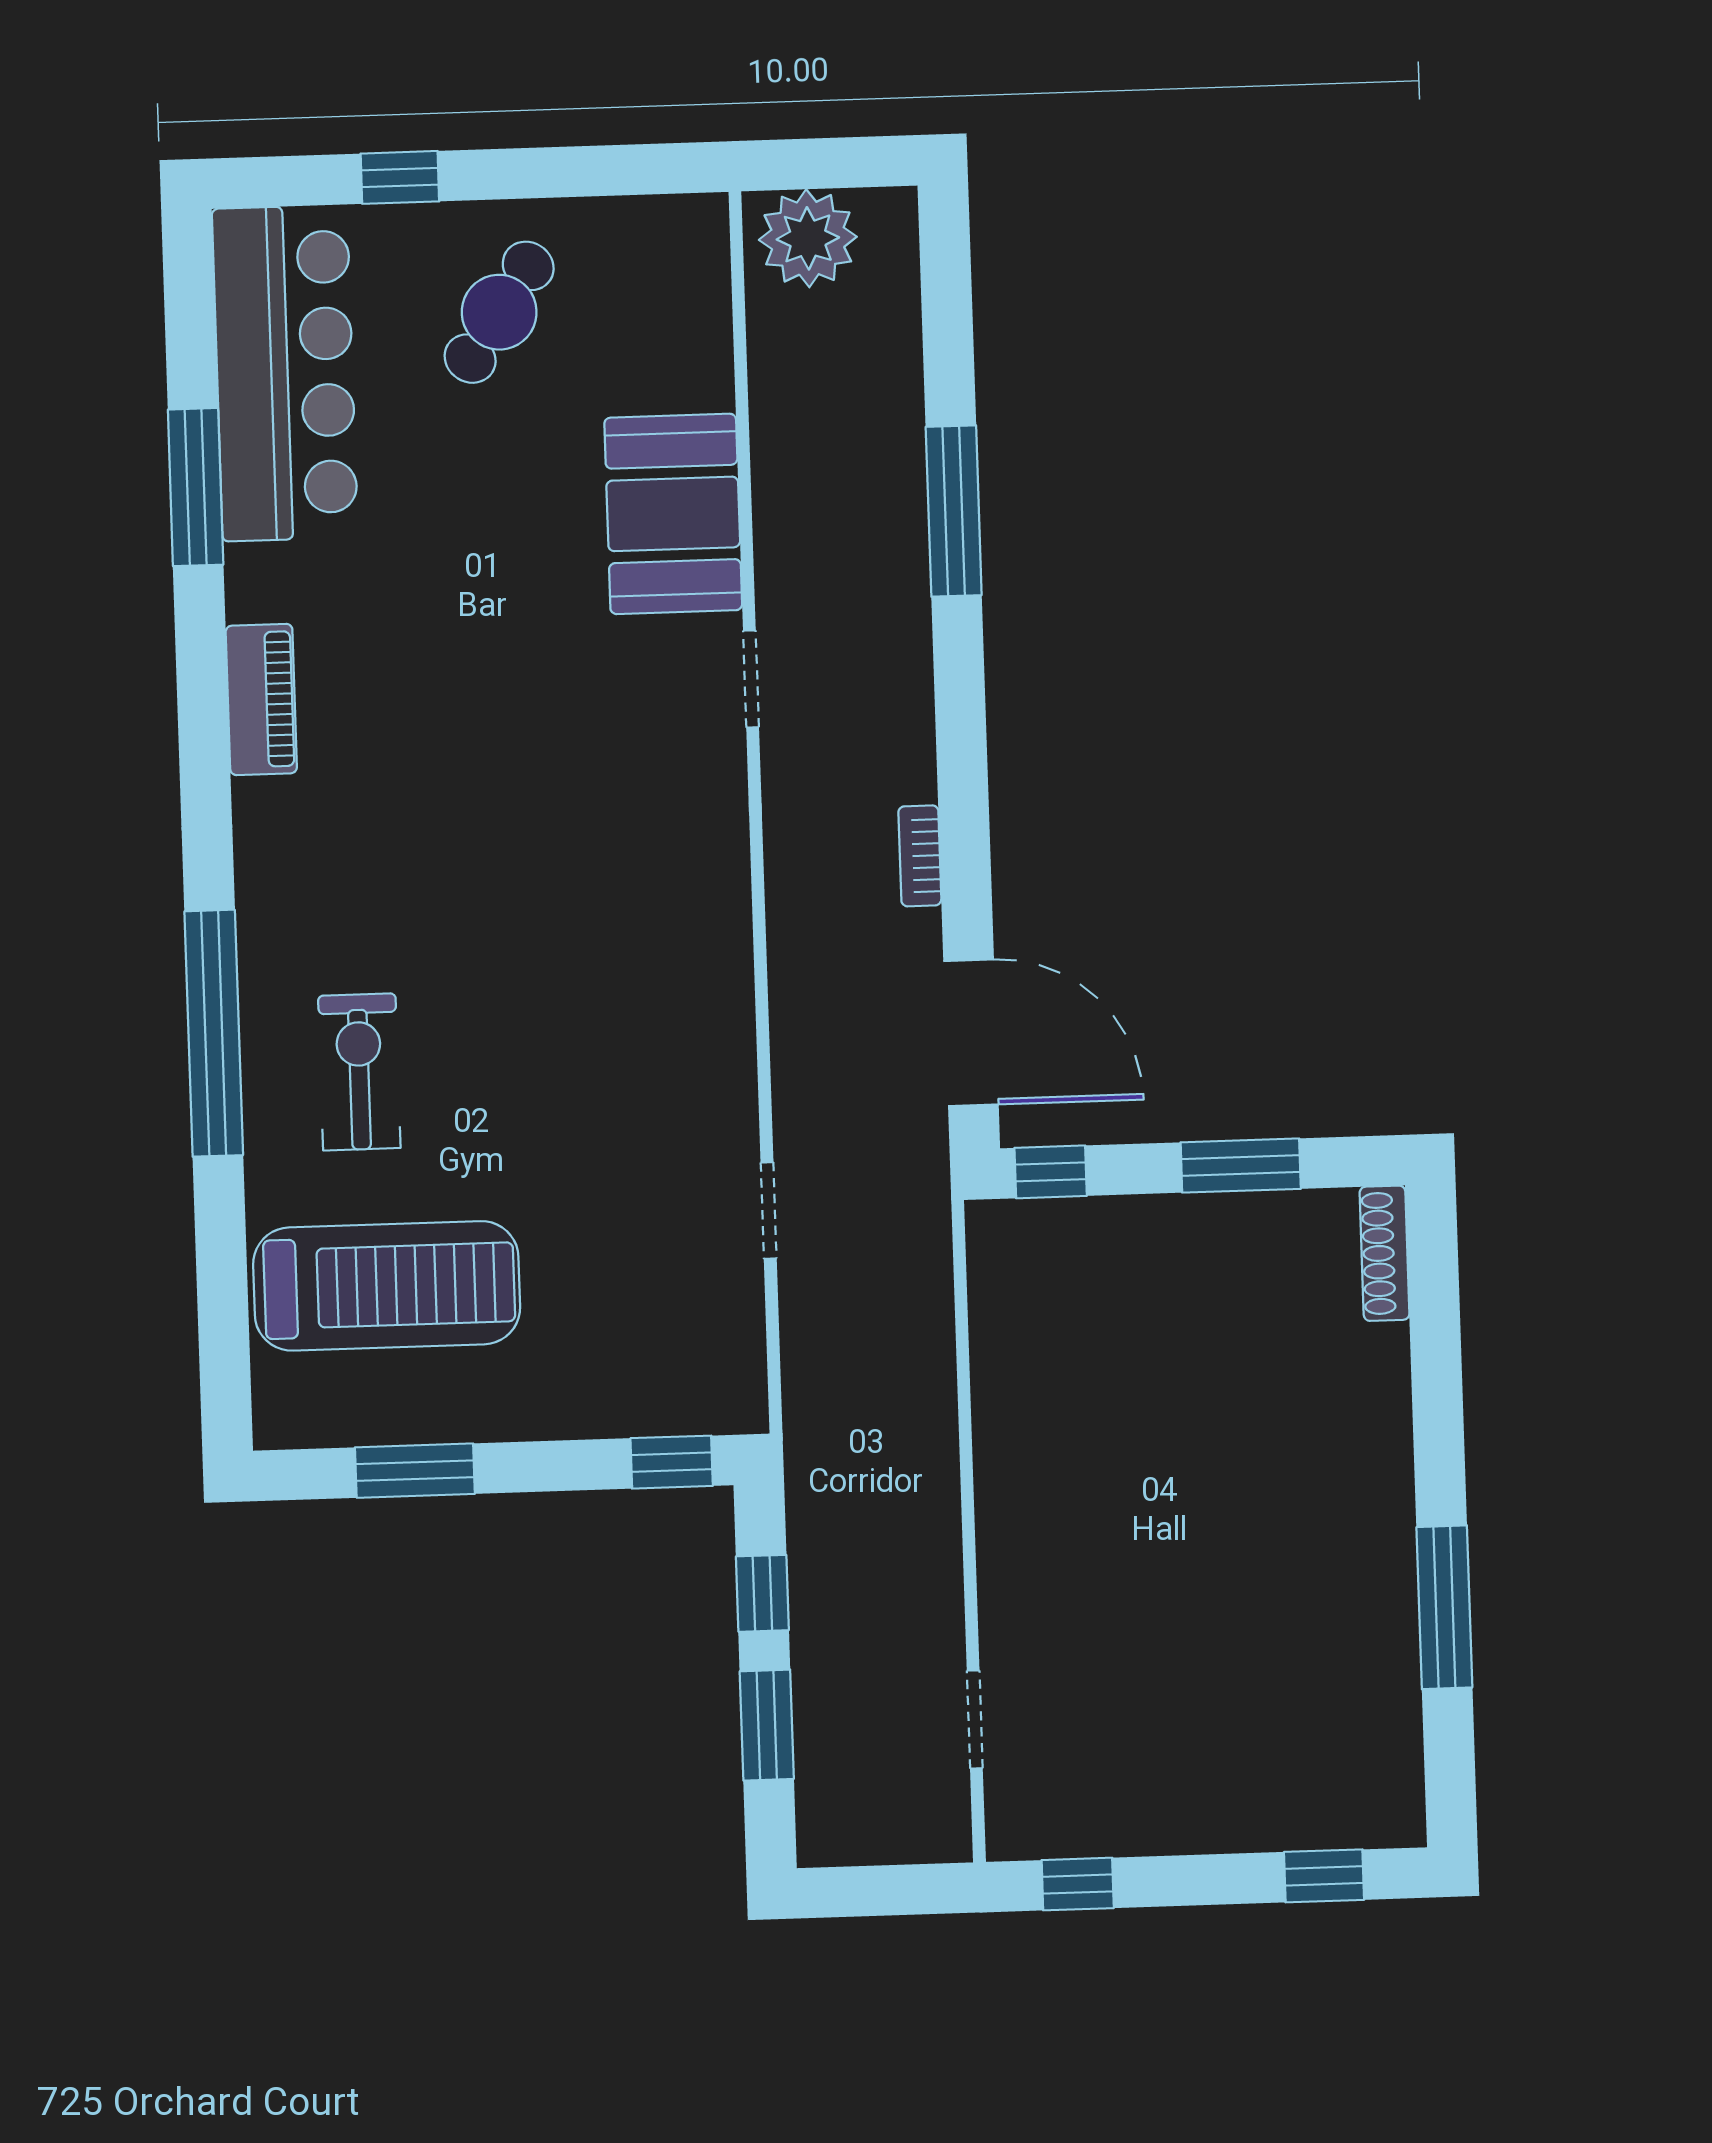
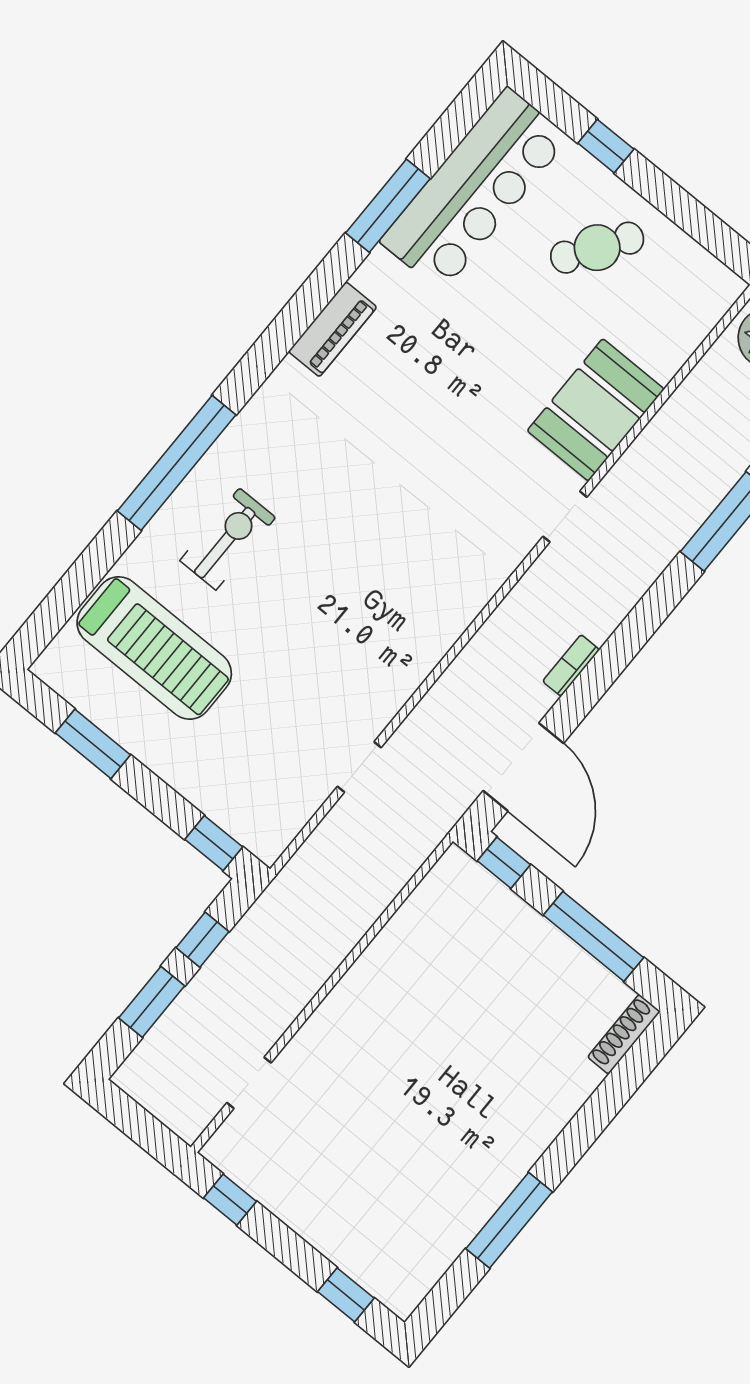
window: (1241, 1166) -> (593, 936), width x1.44

